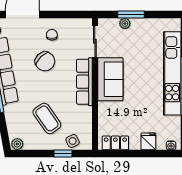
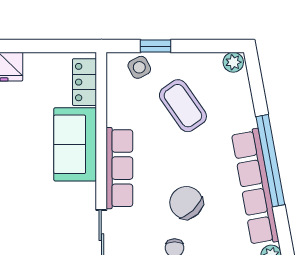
sofa: (110, 79) -> (75, 144), moved
locker: (115, 143) -> (85, 82), moved, turned 90

